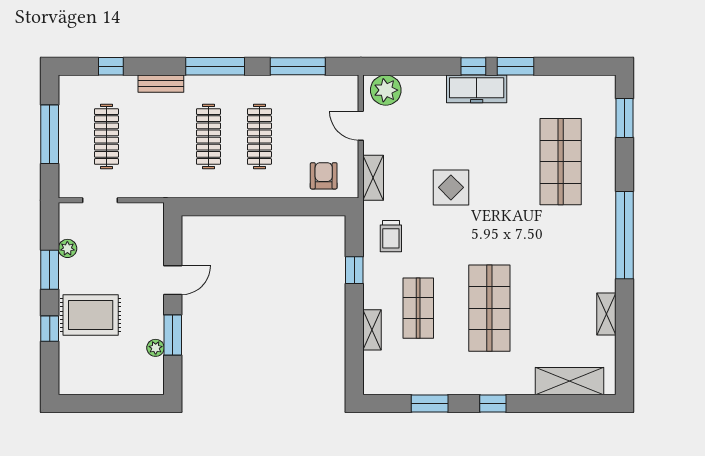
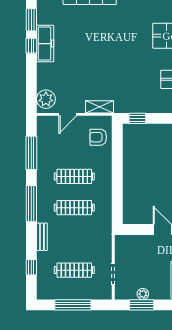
display table: (451, 187) -> (105, 59), removed
trolley: (391, 236) -> (135, 96), removed
window: (50, 270) -> (142, 305), moved
window: (354, 270) -> (137, 118), moved

